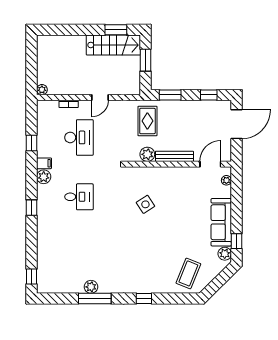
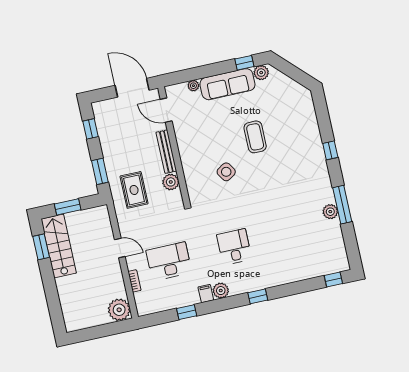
plant: (42, 90) -> (119, 310), width x1.88, depth x1.88
rug: (147, 121) -> (134, 190), turned 90
door: (236, 124) -> (132, 88), moved
plant: (226, 180) -> (193, 86), moved
coffee table: (188, 273) -> (255, 137), moved, turned 68

